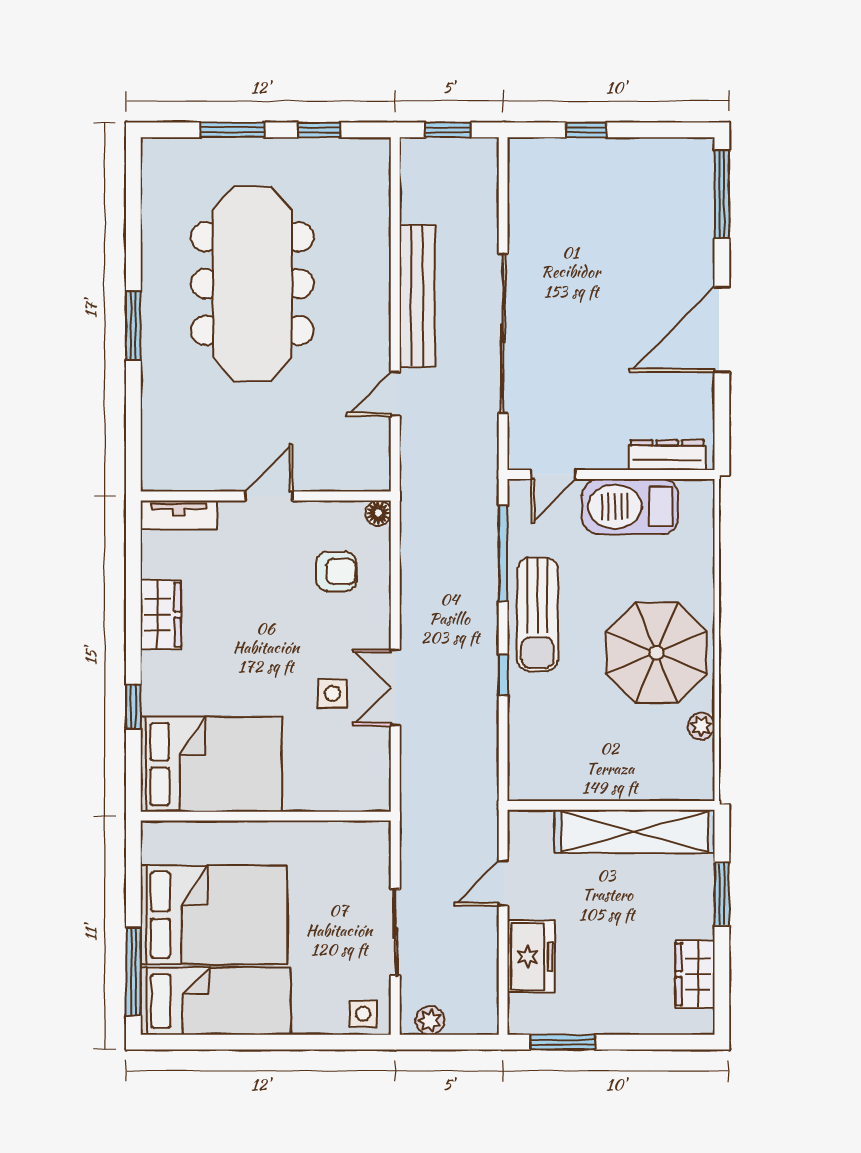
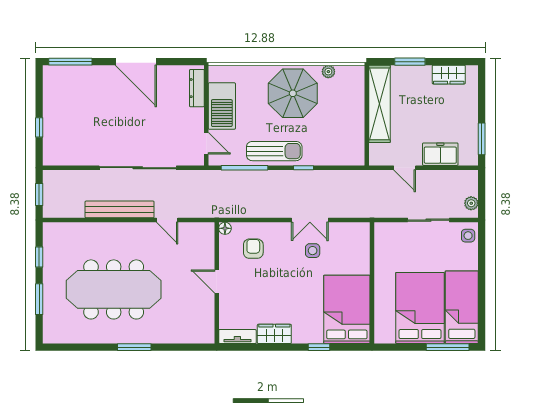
tv unit: (179, 515) -> (237, 337), moved, turned -90

